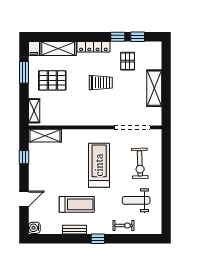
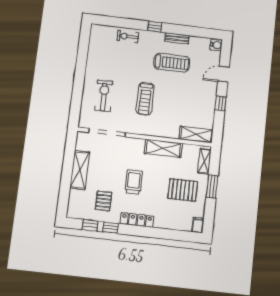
shelving: (58, 49) -> (163, 148), moved
window: (24, 72) -> (212, 186), moved
trolley: (101, 83) -> (134, 182), turned 90
window: (24, 157) -> (221, 103), moved
treadmill: (99, 165) -> (145, 99), width x0.73, depth x0.73
weight bench: (136, 200) -> (112, 60), removed
treadmill: (77, 204) -> (172, 63), turned 180

